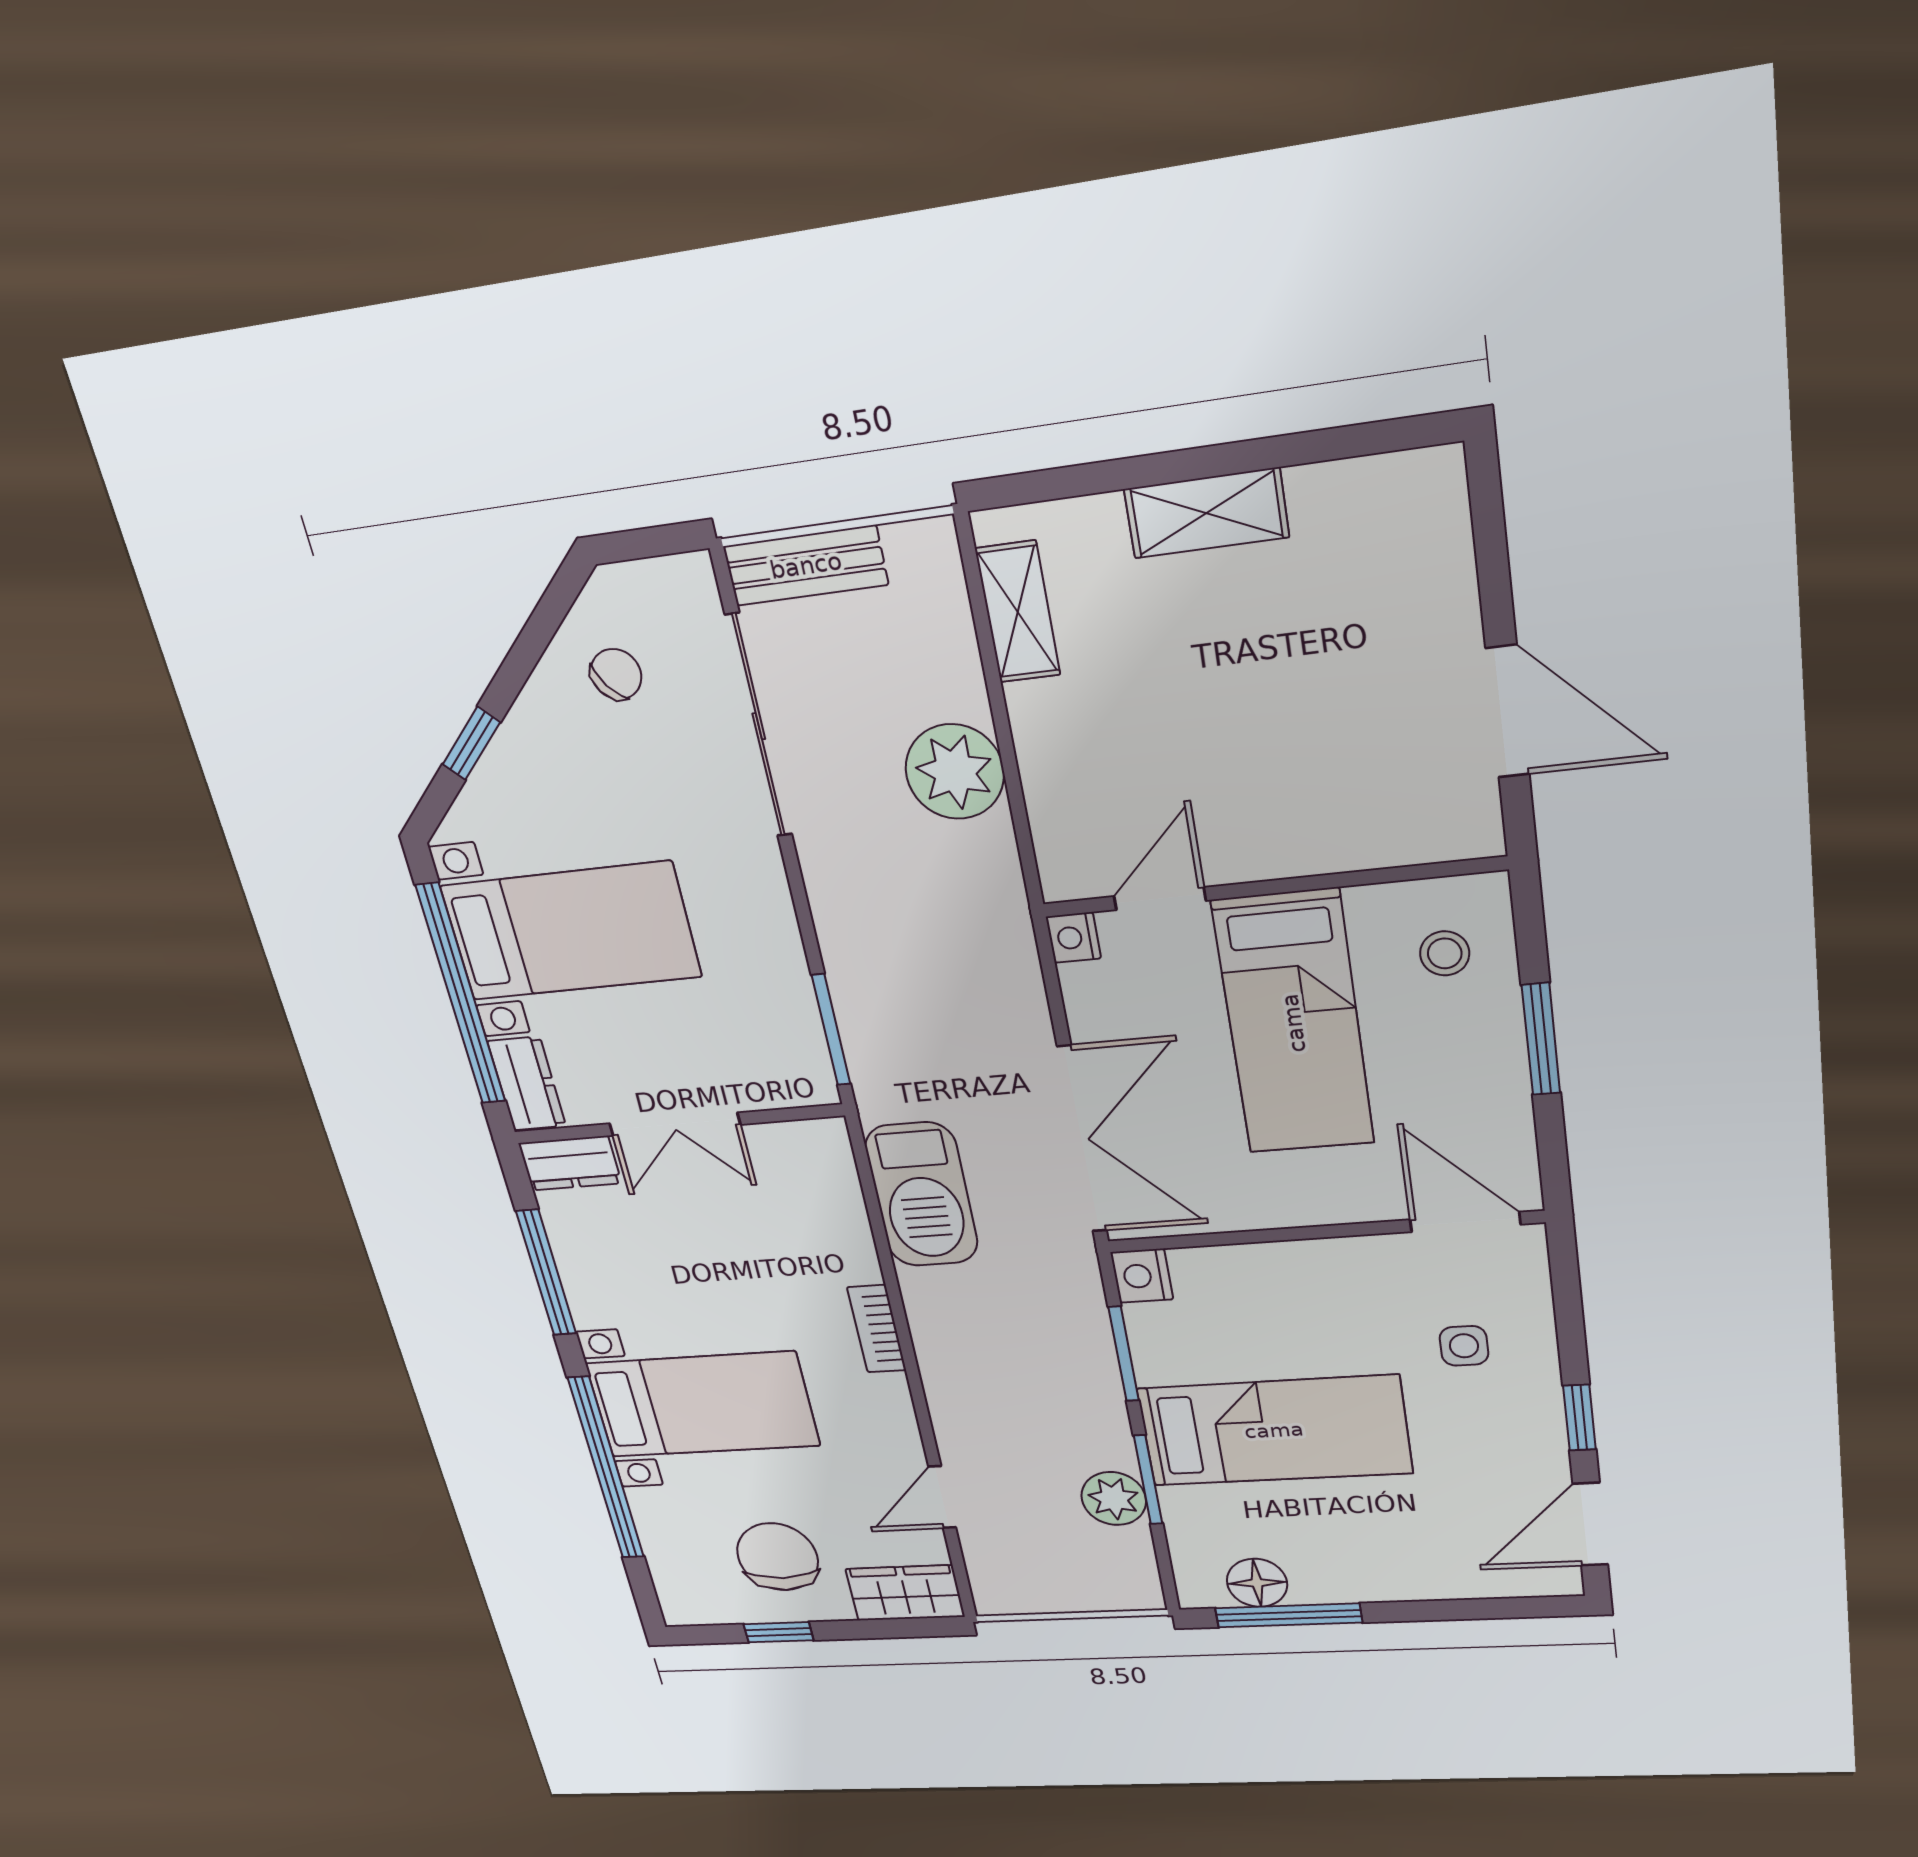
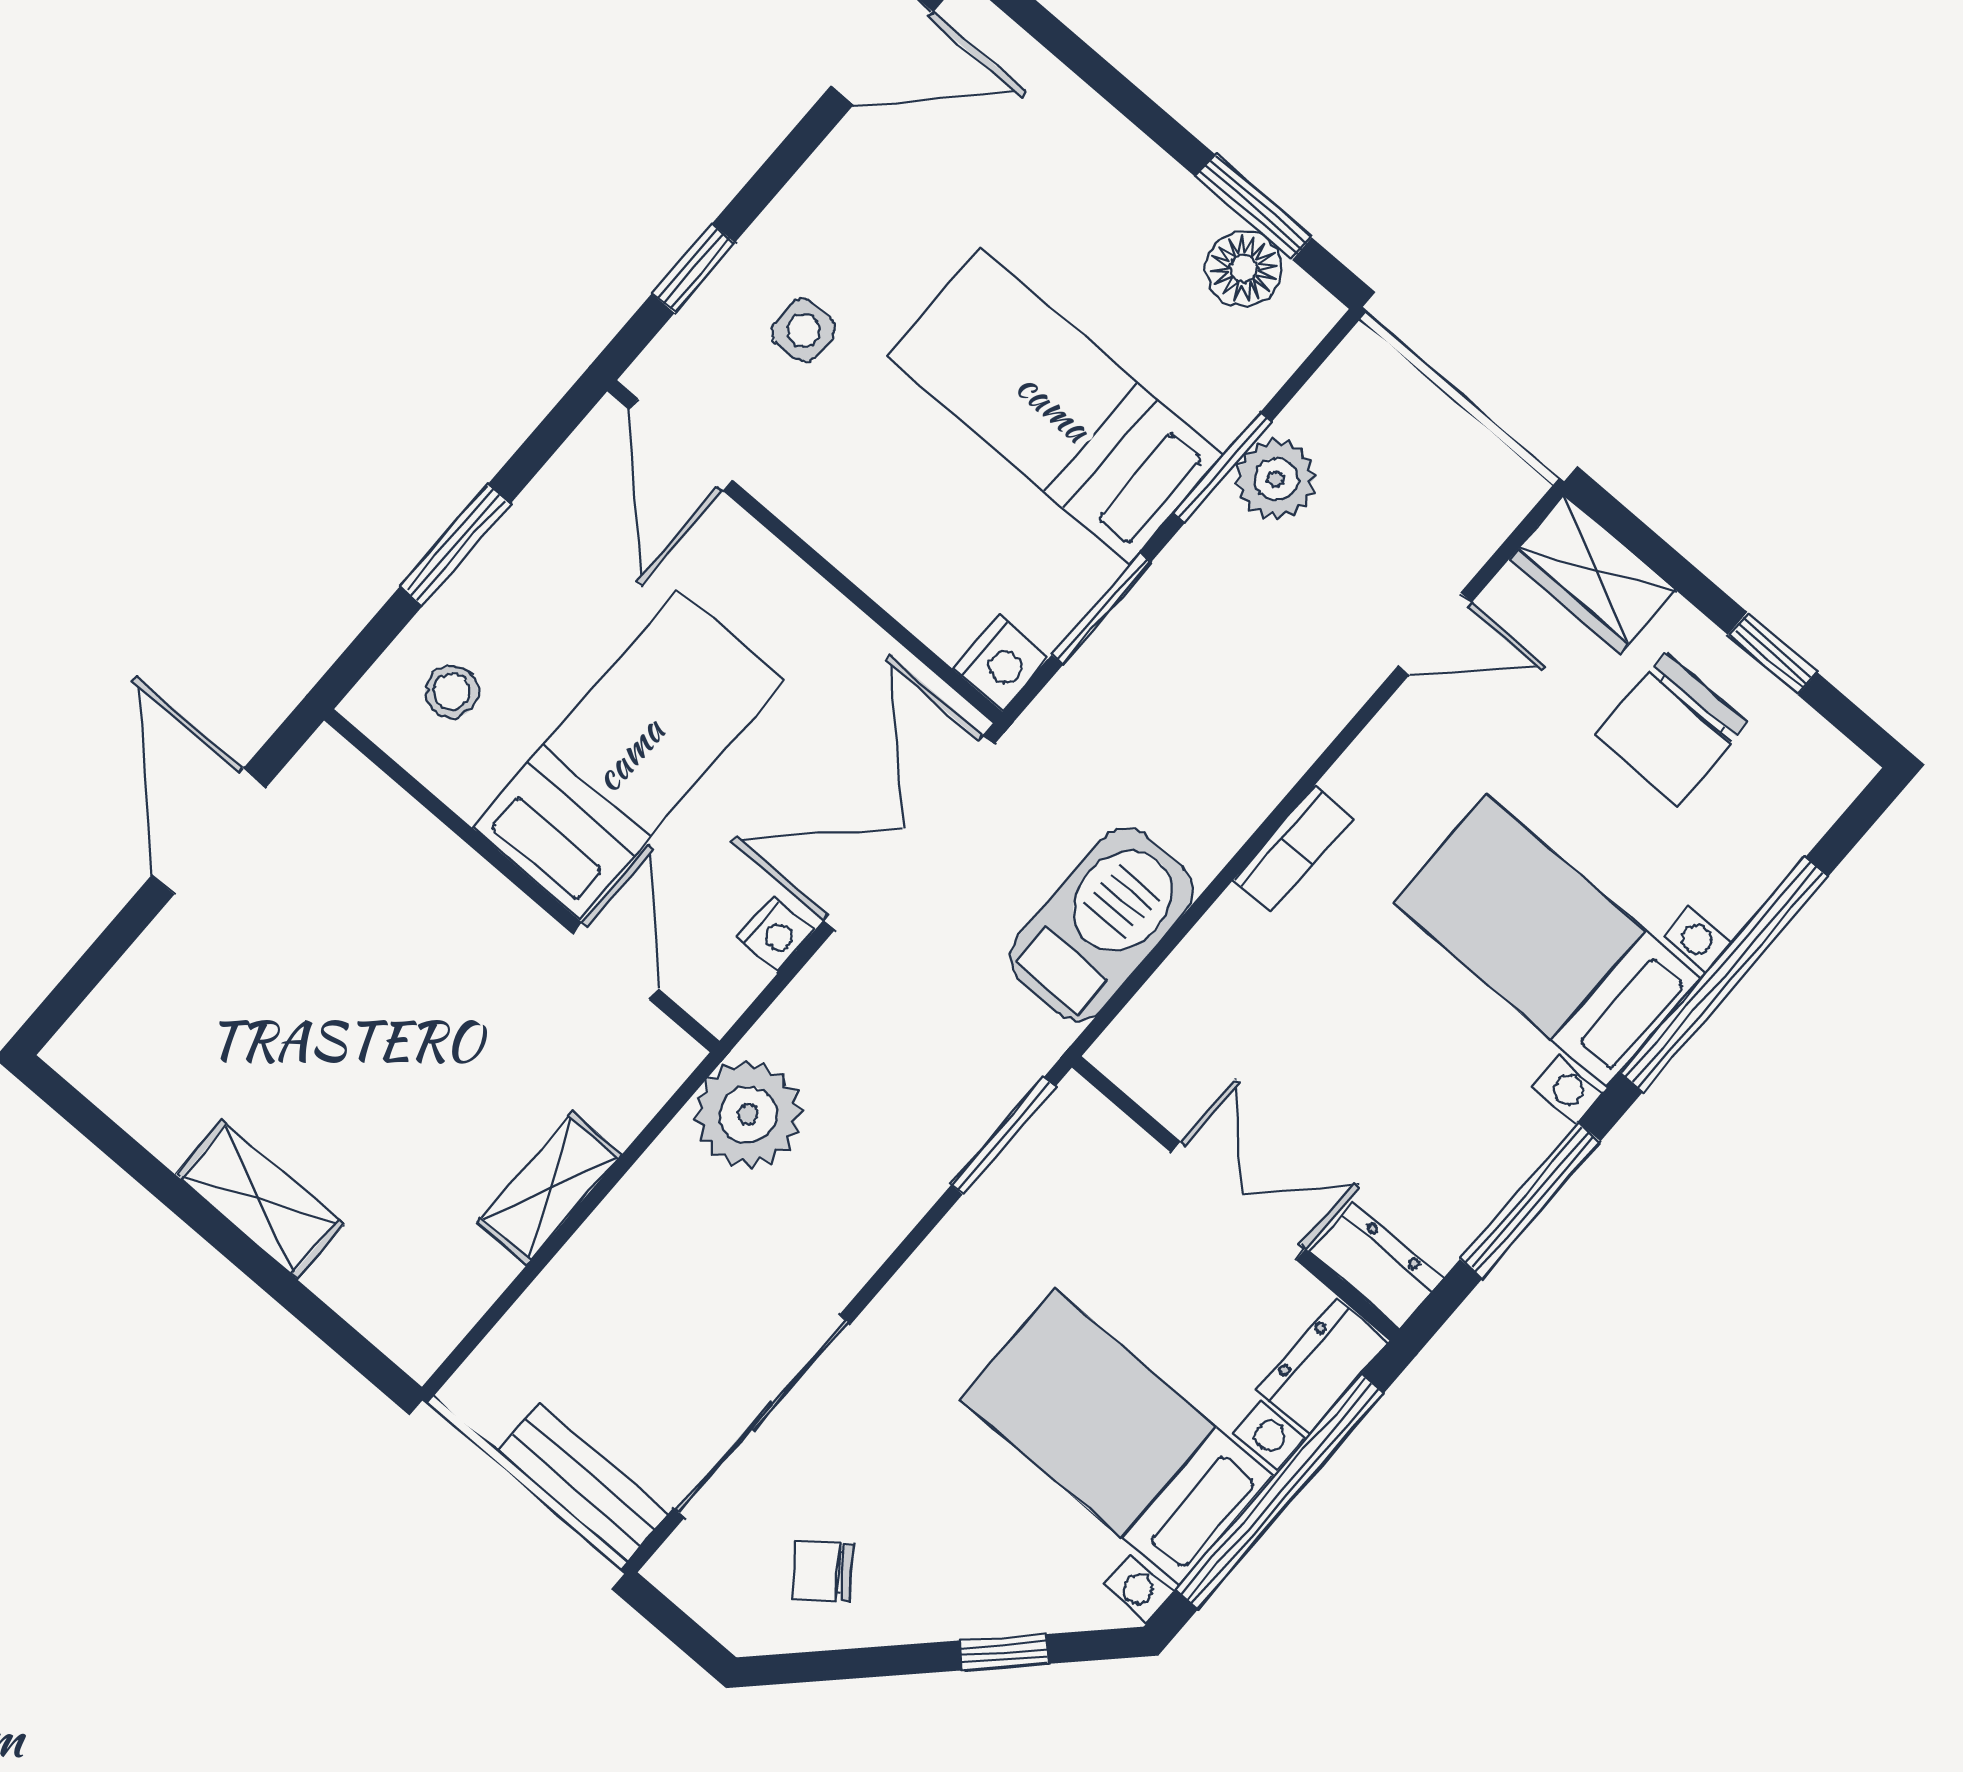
shelving: (1018, 612) -> (550, 1188), moved
plant: (955, 772) -> (748, 1114), moved
door: (1160, 899) -> (616, 961), swing flipped
nightstand: (1073, 938) -> (776, 934), moved
window: (1580, 1418) -> (693, 268), moved
window: (1288, 1615) -> (1253, 207), width x0.69

